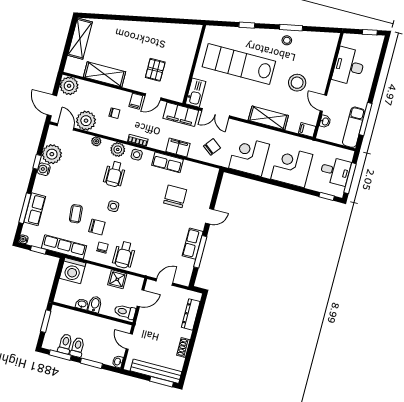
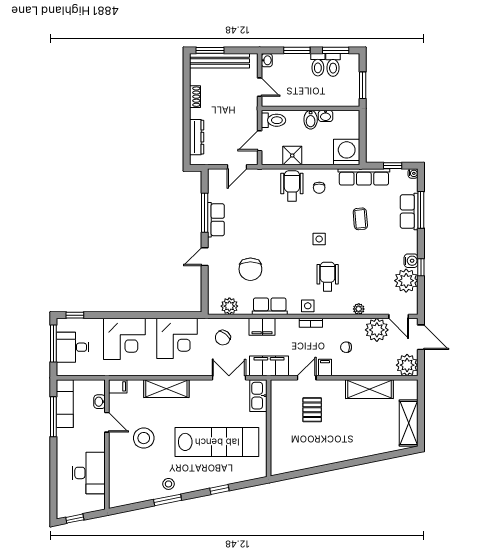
plant: (118, 149) -> (229, 306), moved
chair: (97, 227) -> (332, 210), removed

